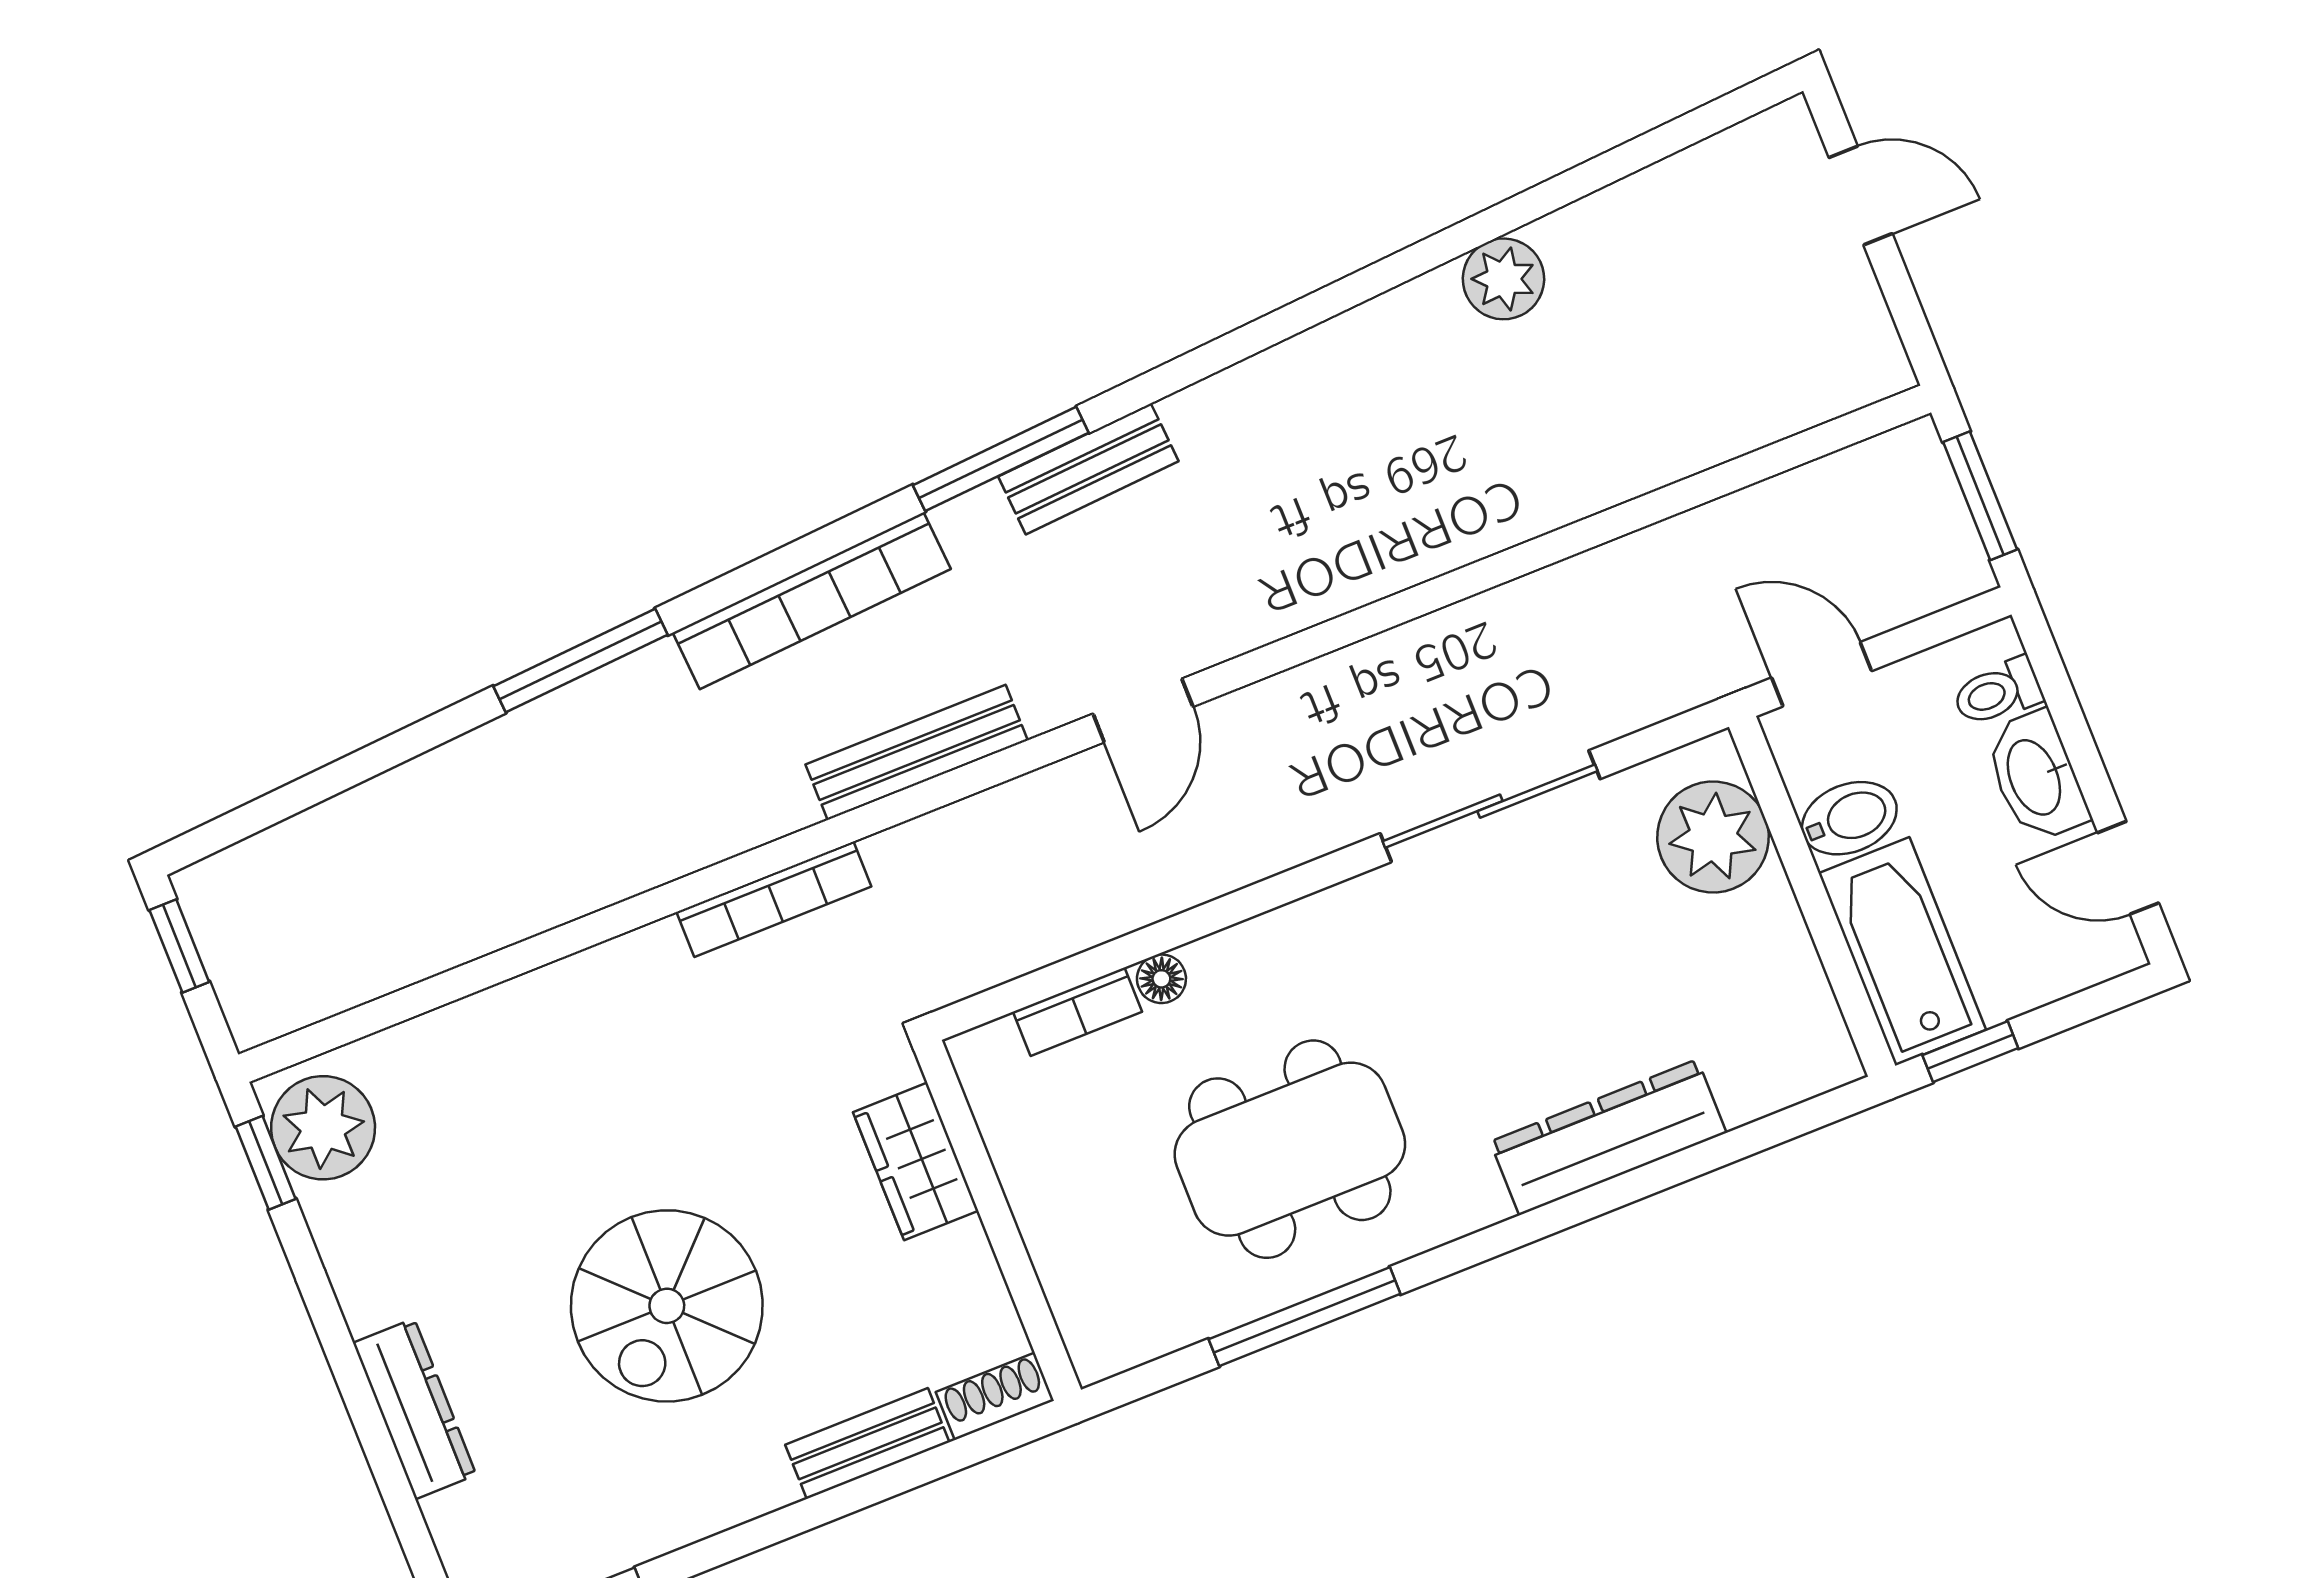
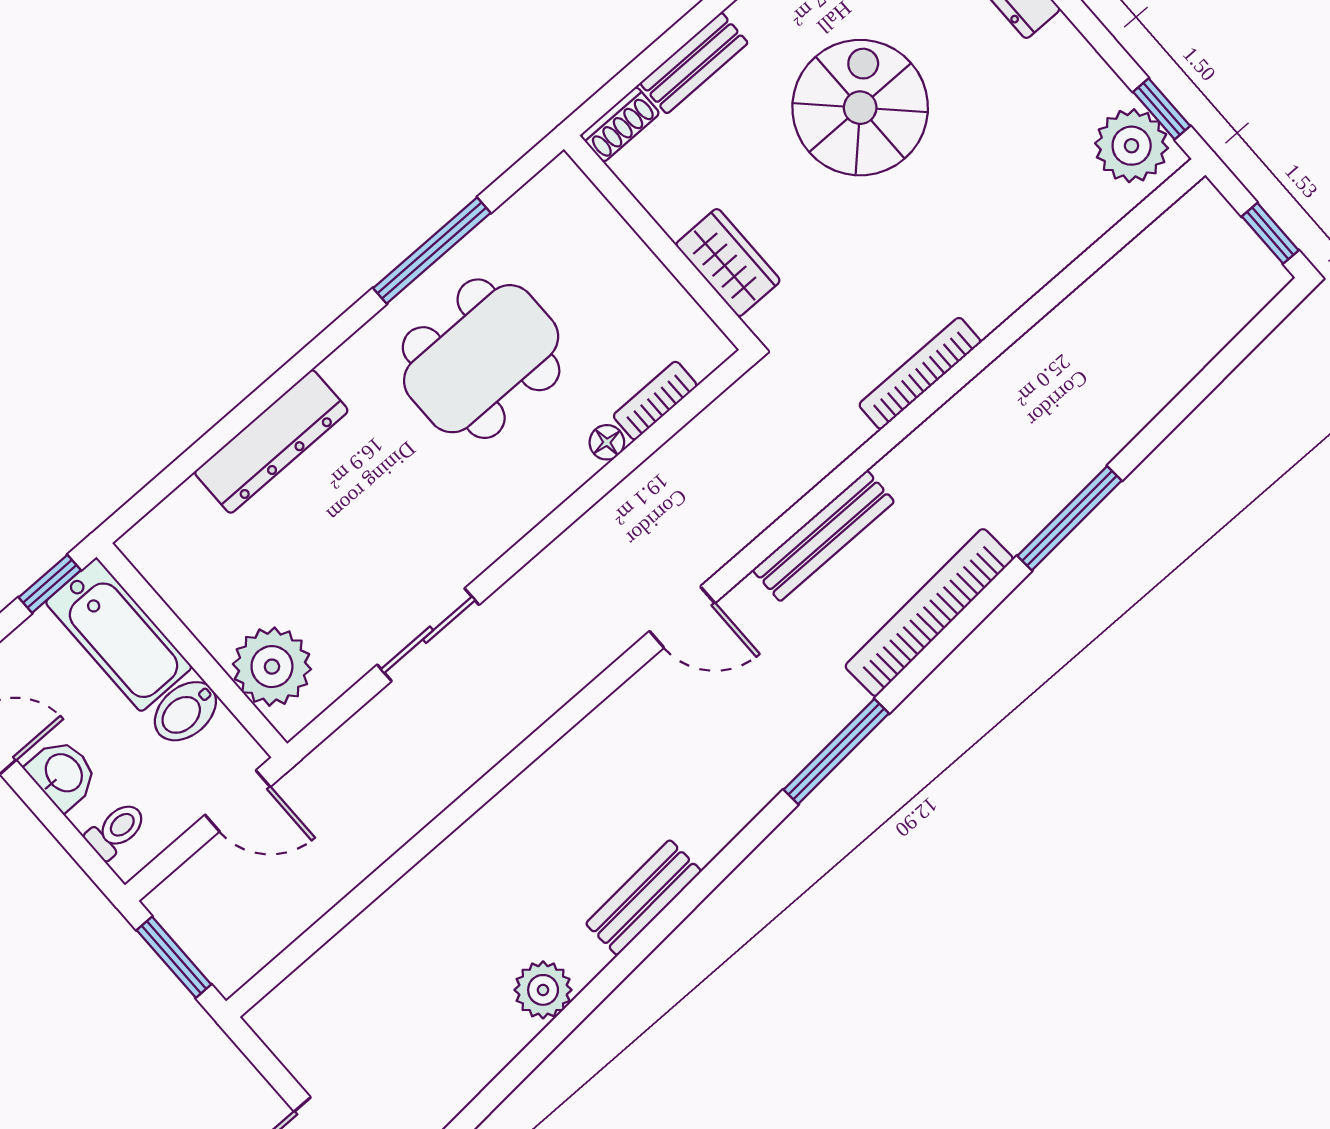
bench: (1088, 469) -> (644, 898), moved
door: (1143, 710) -> (682, 617), swing flipped
washbasin: (2036, 777) -> (63, 774), width x0.72
sliding door: (1490, 806) -> (428, 635), width x0.73
bookcase: (774, 899) -> (920, 373), moved

